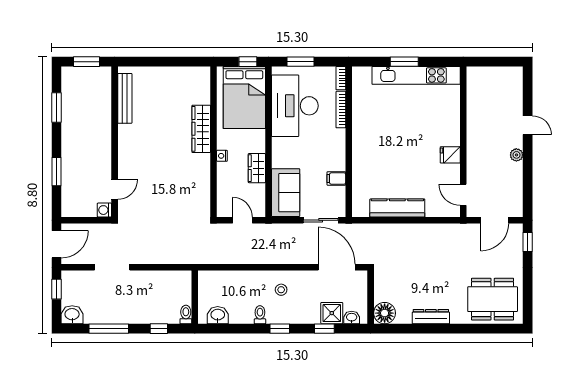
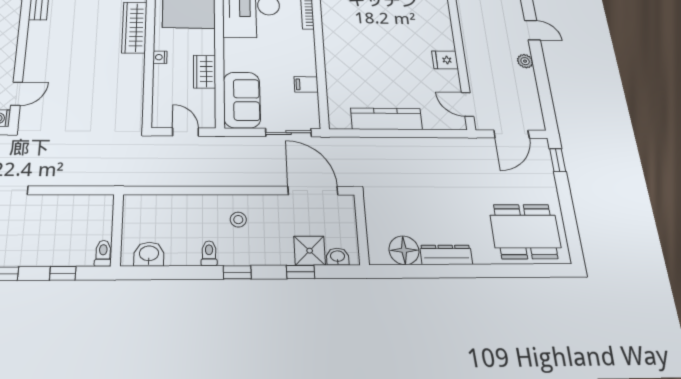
floor lamp: (385, 313) -> (404, 250), moved

